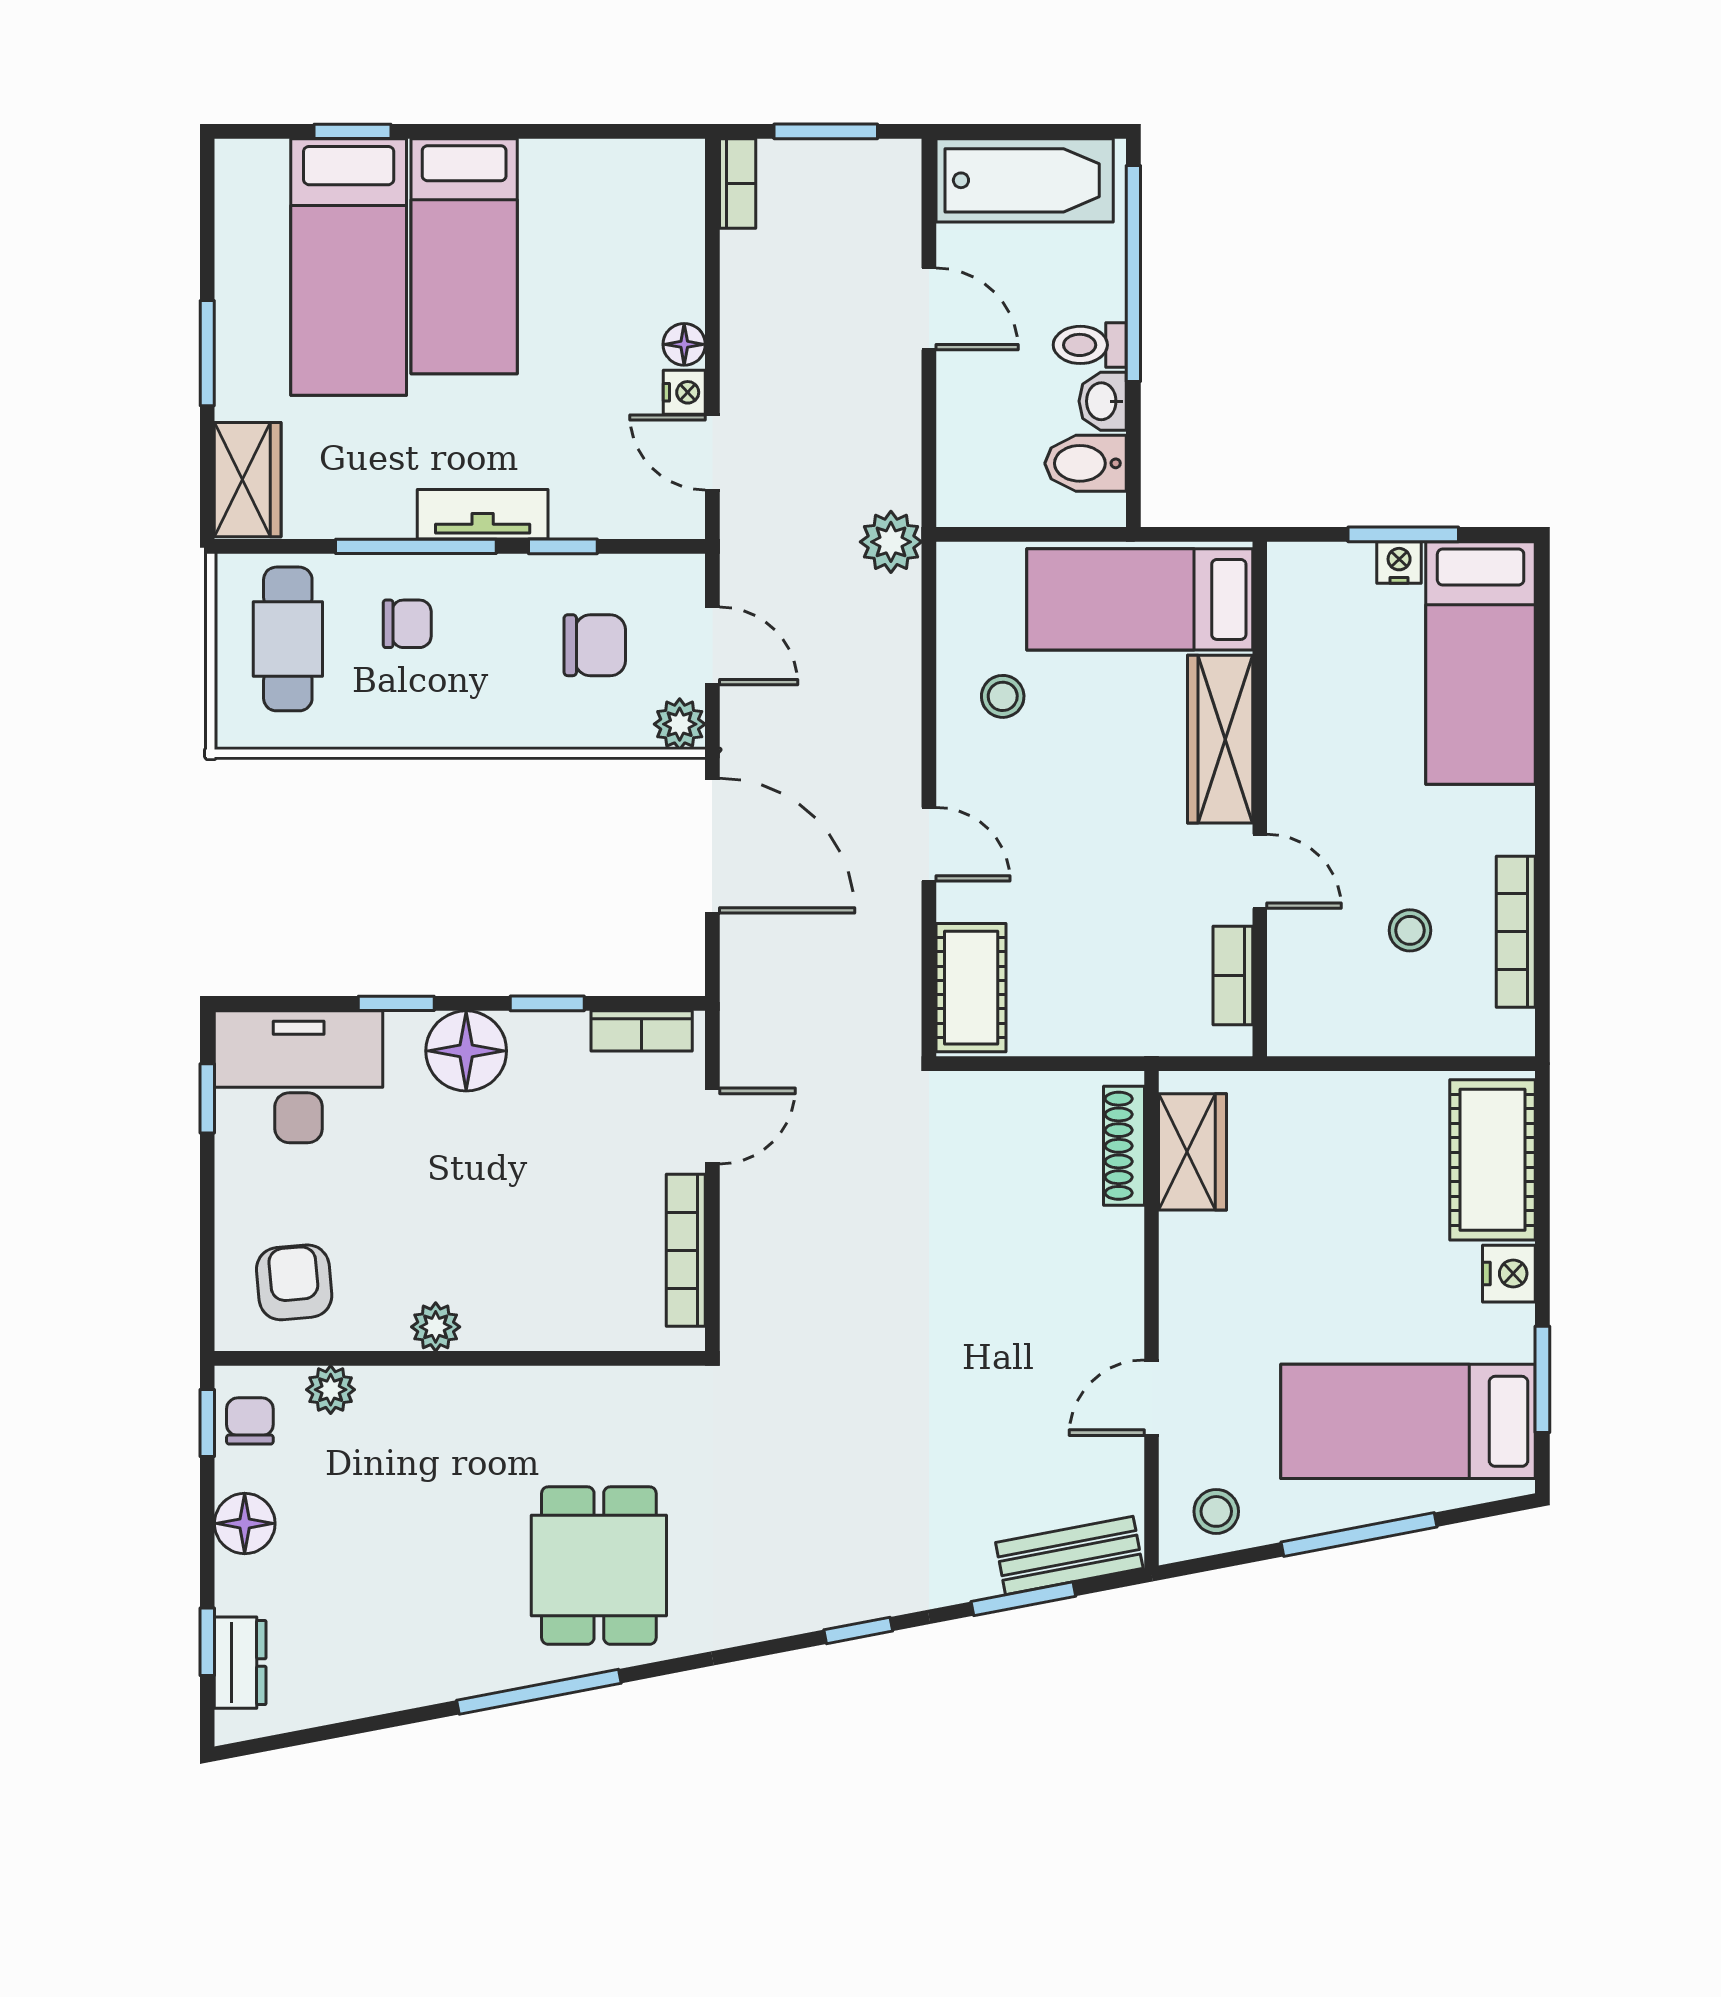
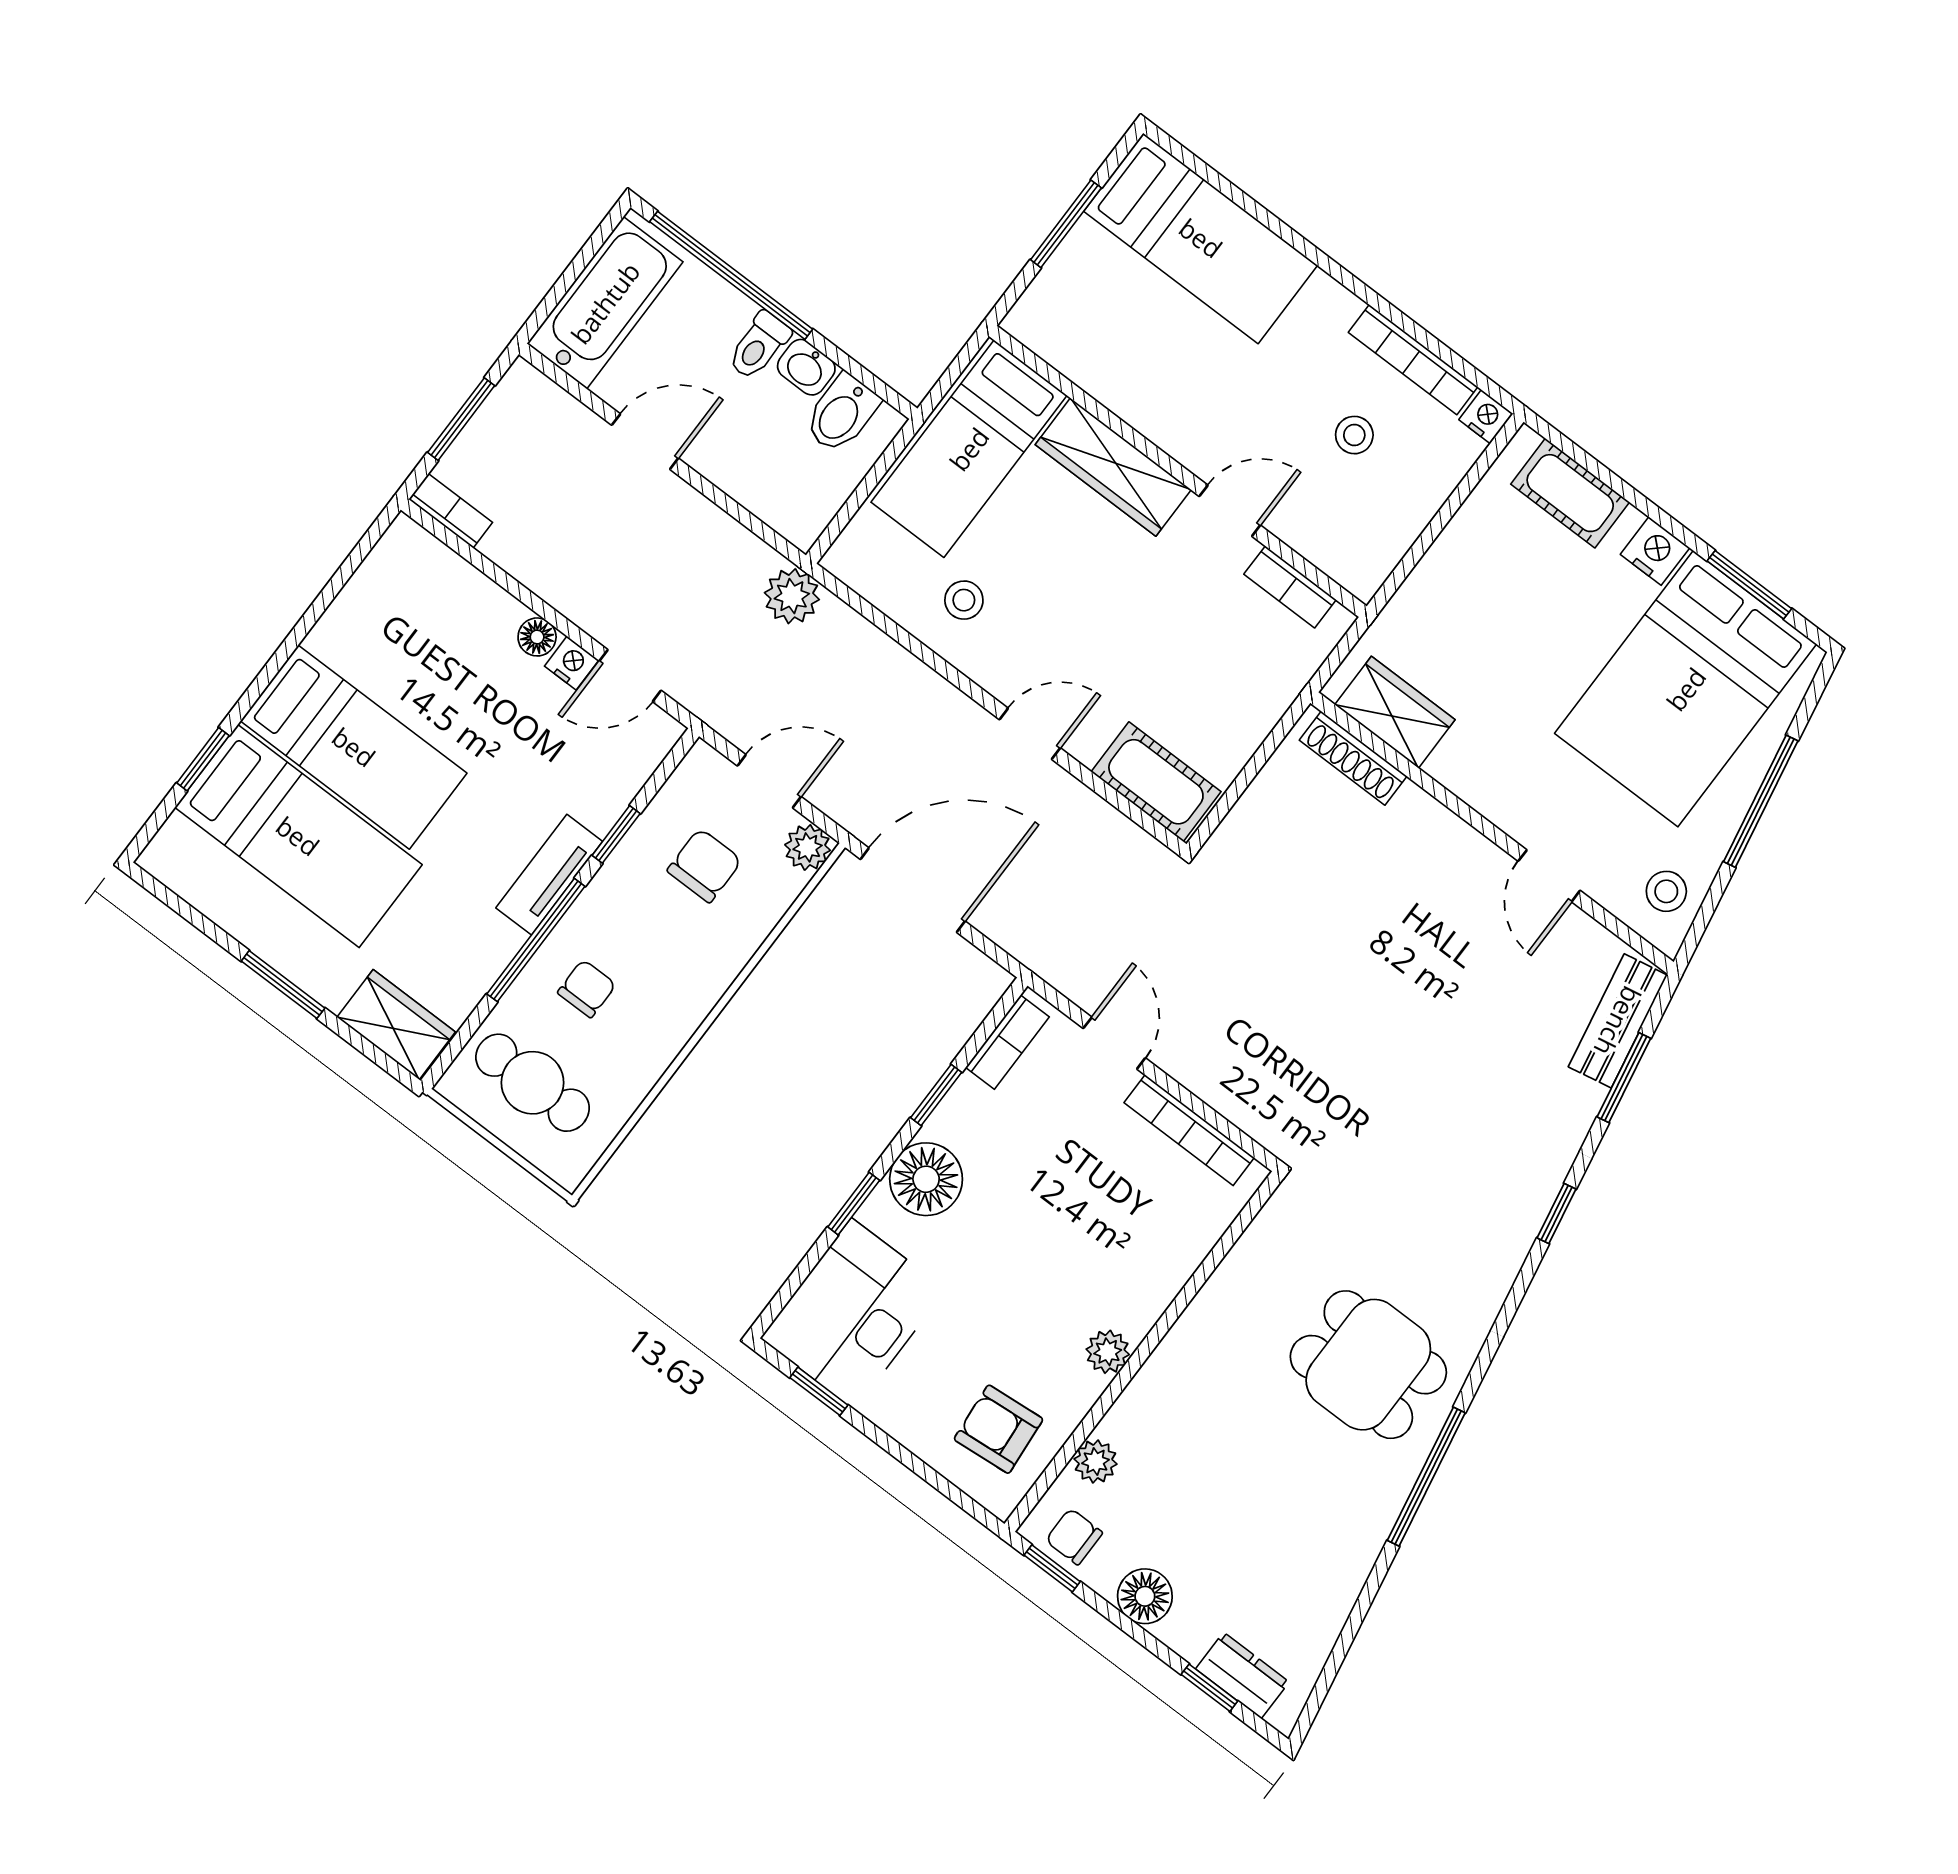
nightstand: (1399, 562) -> (1486, 417), moved, turned 90
cot: (1493, 1160) -> (1570, 493), width x0.73, depth x0.75
bed: (1408, 1421) -> (1686, 689), width x1.50

